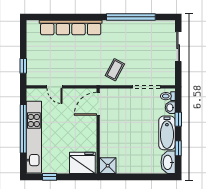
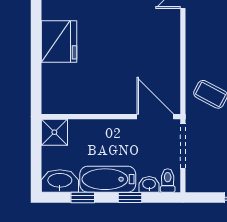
door: (98, 104) -> (155, 117), moved
wall: (98, 131) -> (111, 117), moved
shower: (108, 166) -> (54, 132), moved

